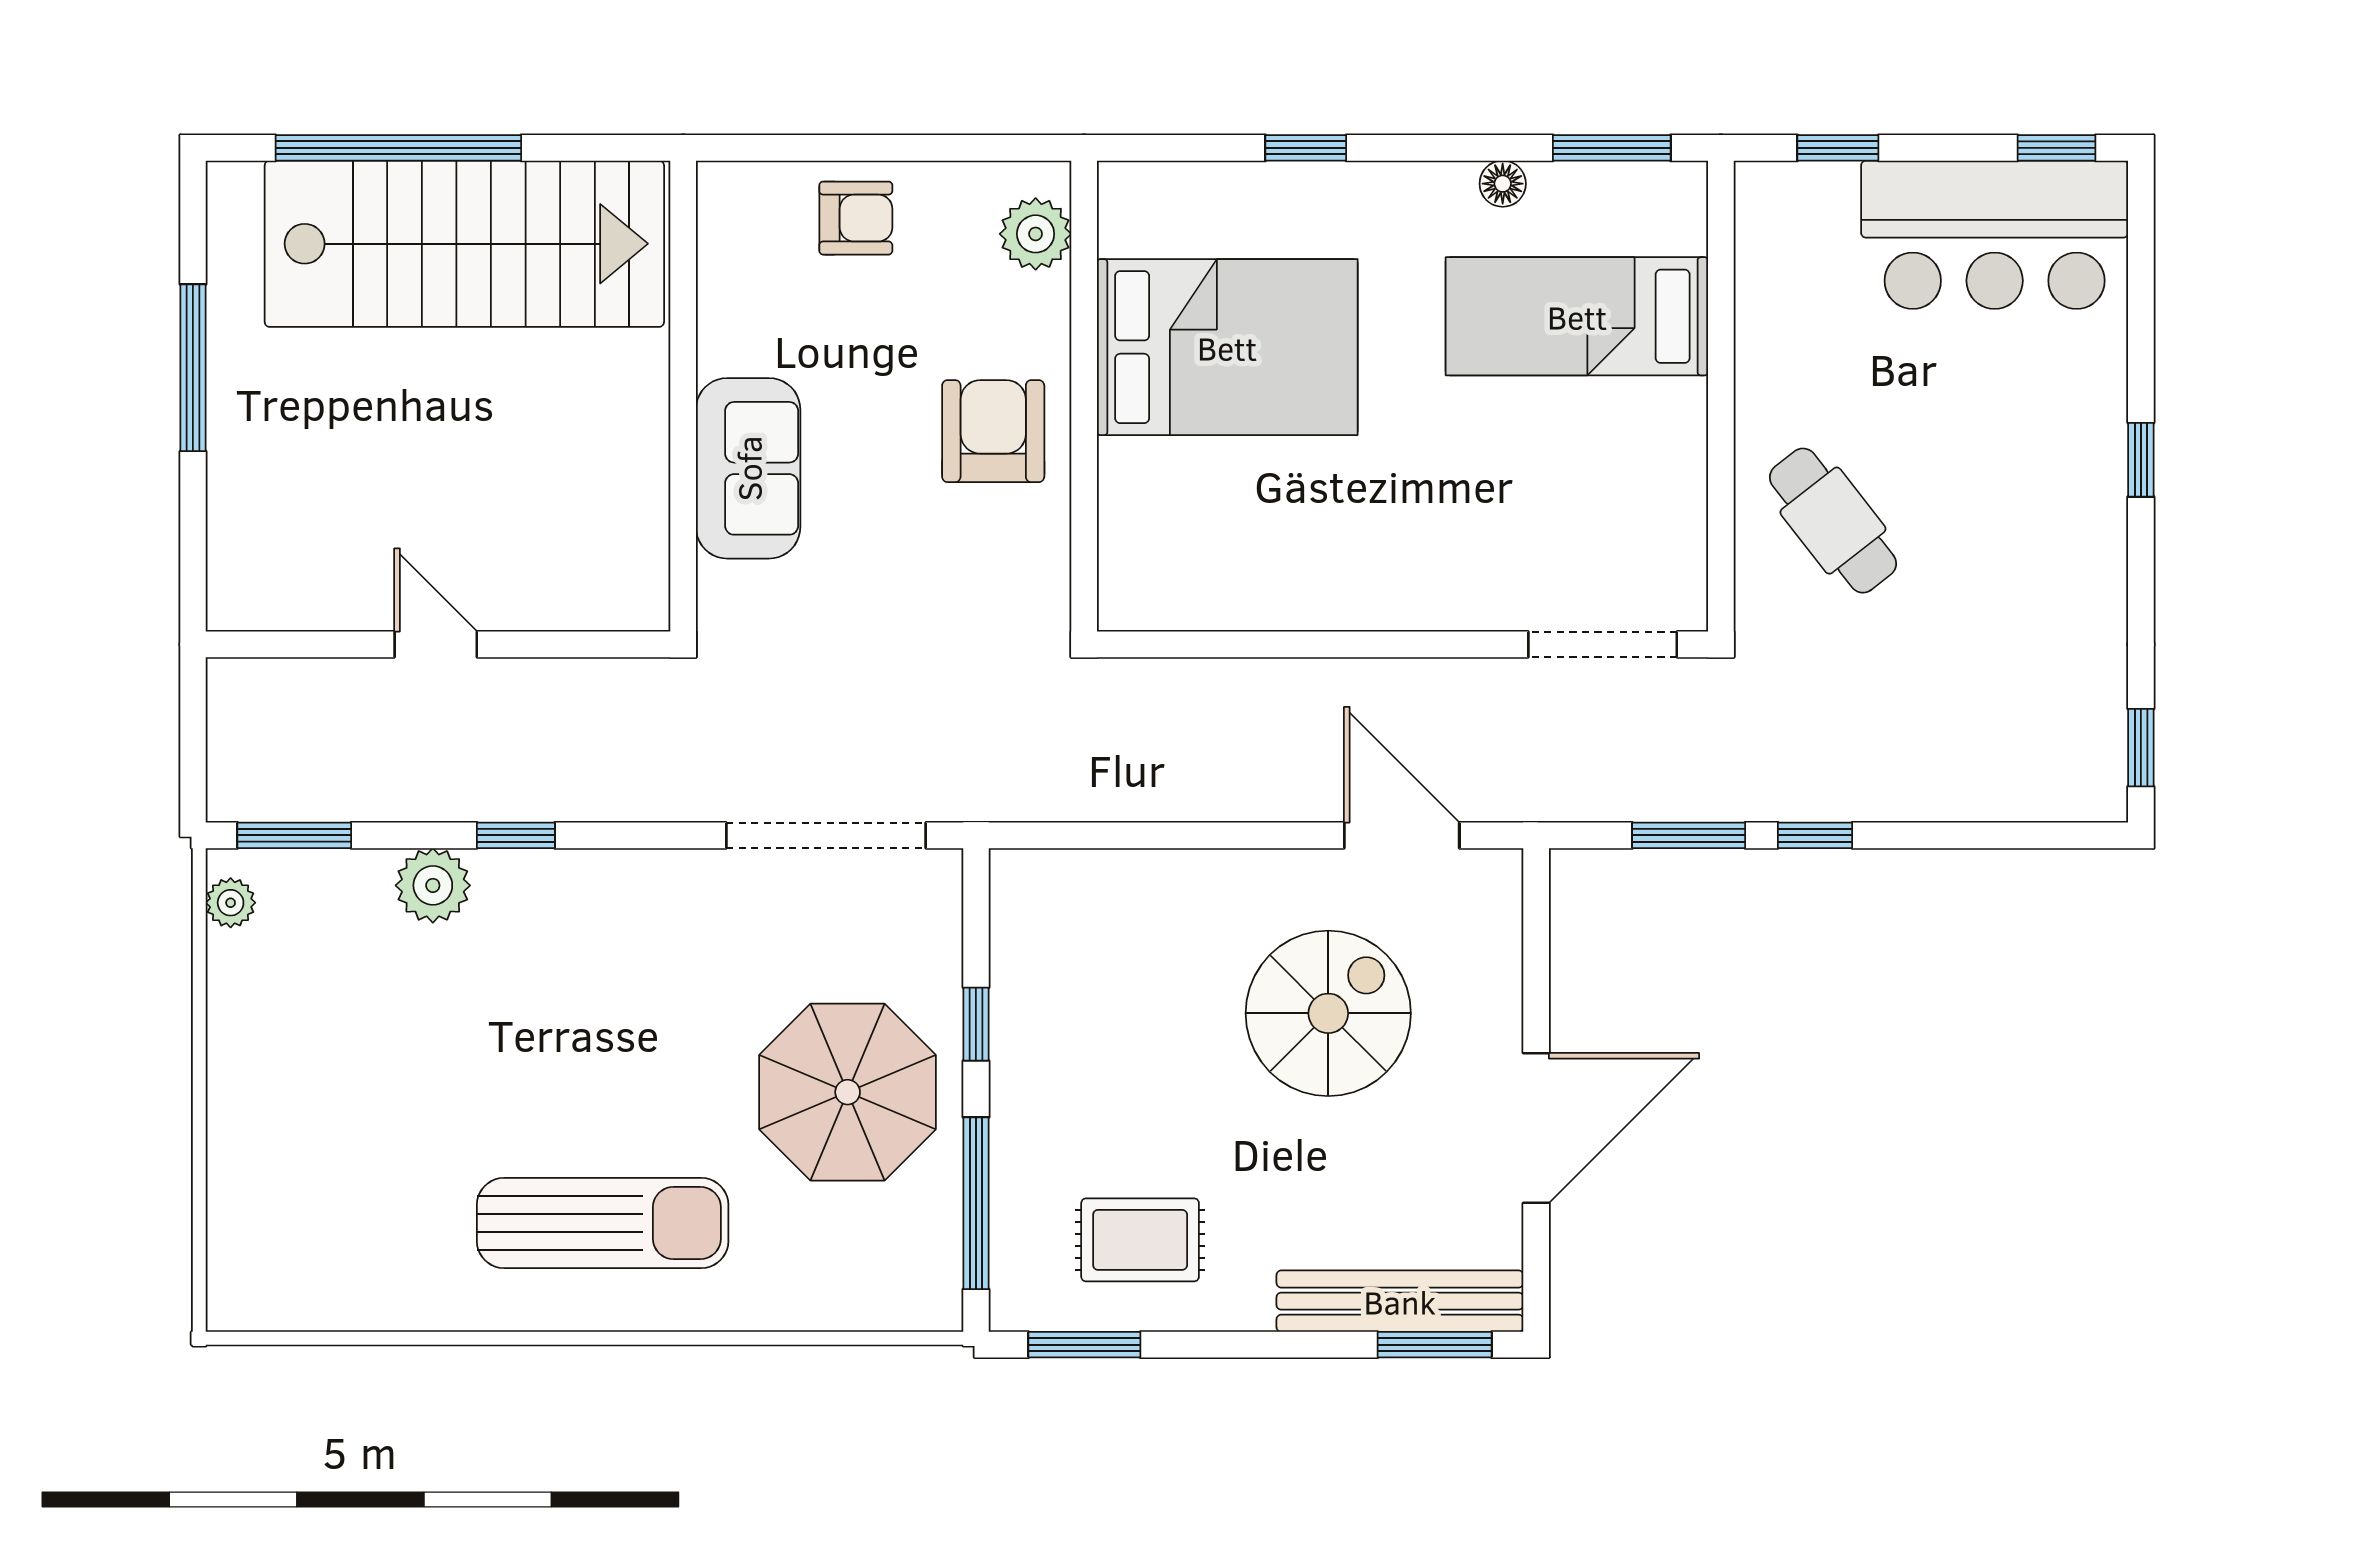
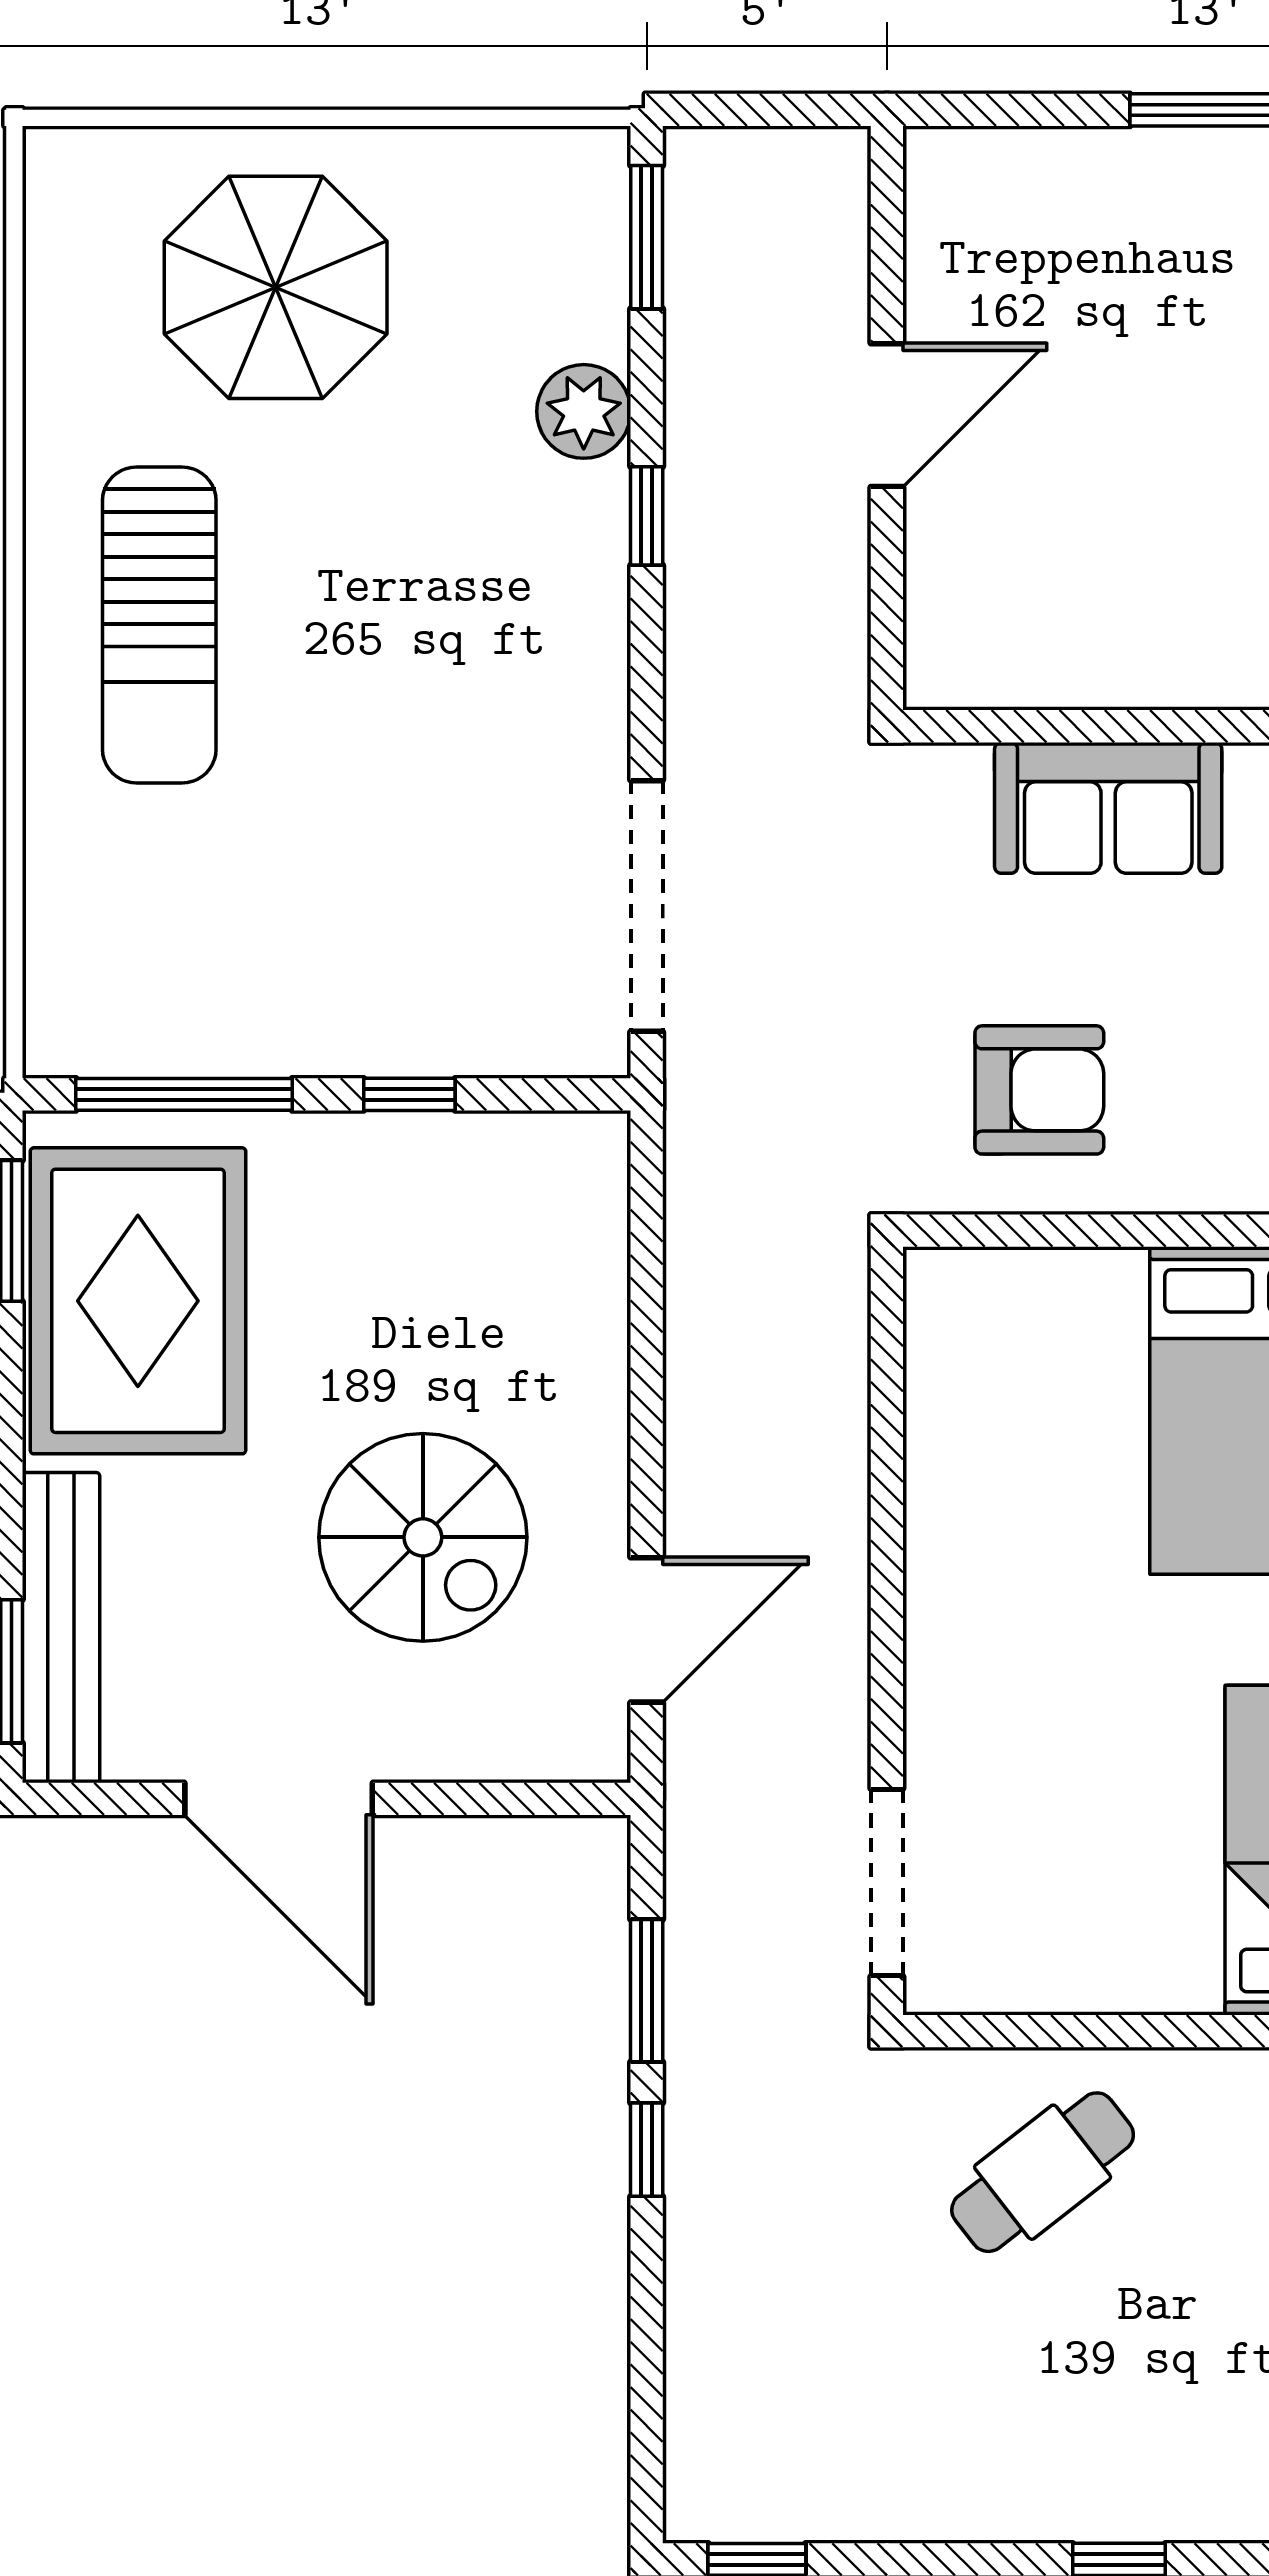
armchair: (993, 431) -> (1039, 1090), moved
door: (436, 644) -> (887, 415), width x1.38
plant: (231, 903) -> (562, 157), removed
parasol: (848, 1092) -> (276, 287), moved
rug: (1140, 1240) -> (138, 1301), width x1.86, depth x2.06

